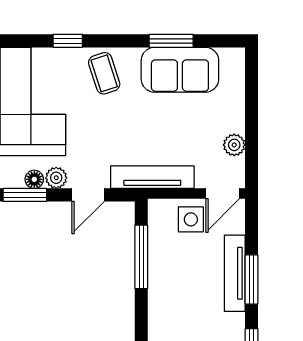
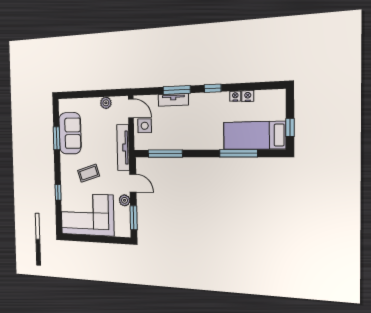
coffee table: (104, 73) -> (89, 173), moved
floor lamp: (34, 179) -> (126, 212), removed
tv unit: (235, 273) -> (173, 100), width x0.71

